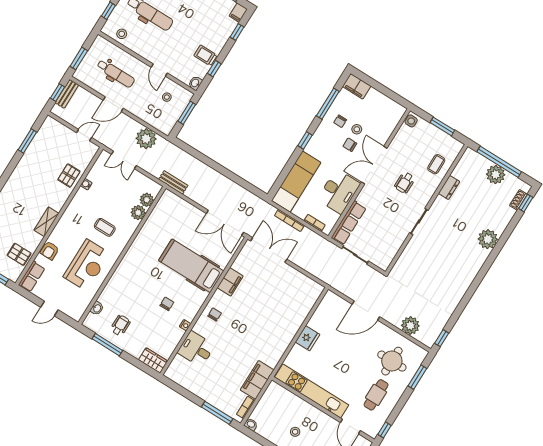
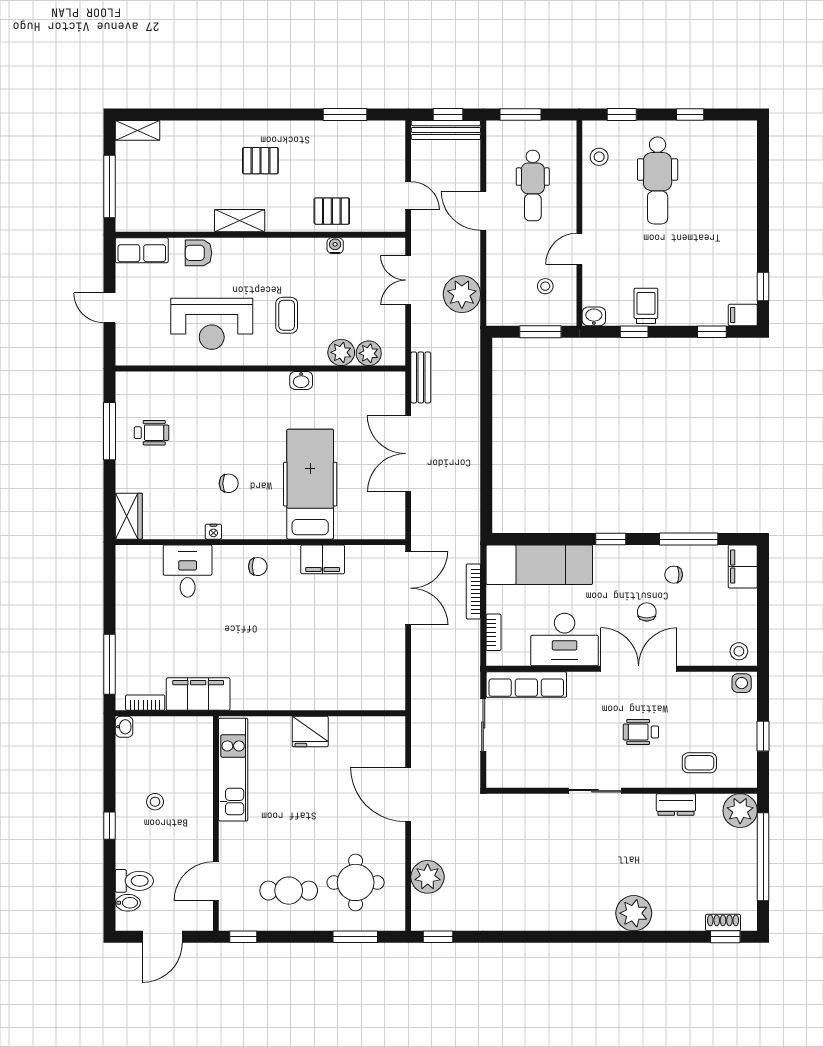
bench: (67, 94) -> (446, 130), width x1.36
window: (442, 126) -> (763, 736), width x0.67
stool: (357, 129) -> (739, 651), moved
plant: (496, 175) -> (740, 811), moved
double door: (225, 223) -> (408, 454), moved
pallet: (19, 254) -> (260, 161), moved, turned 90
washbasin: (97, 308) -> (301, 380), moved
kitchen unit: (312, 391) -> (233, 770), width x0.73

